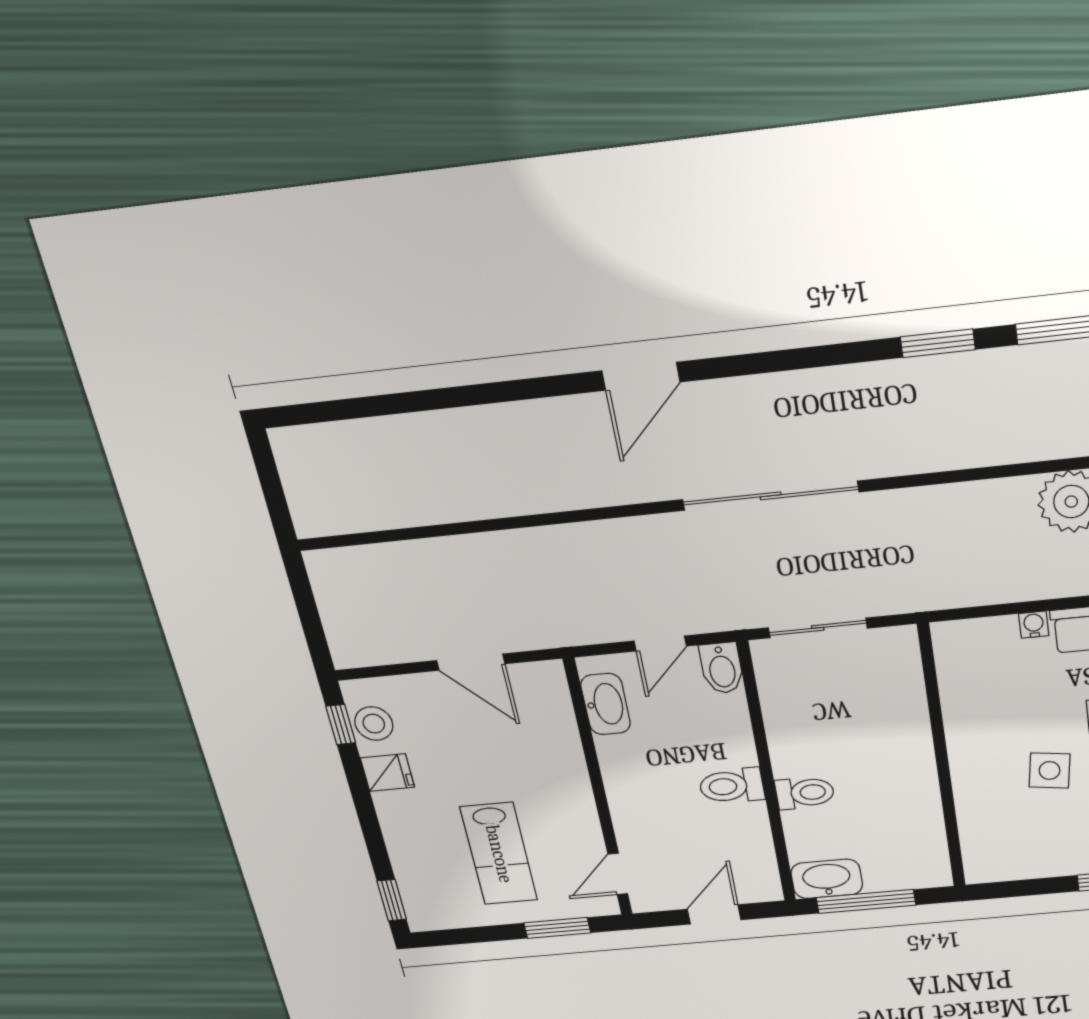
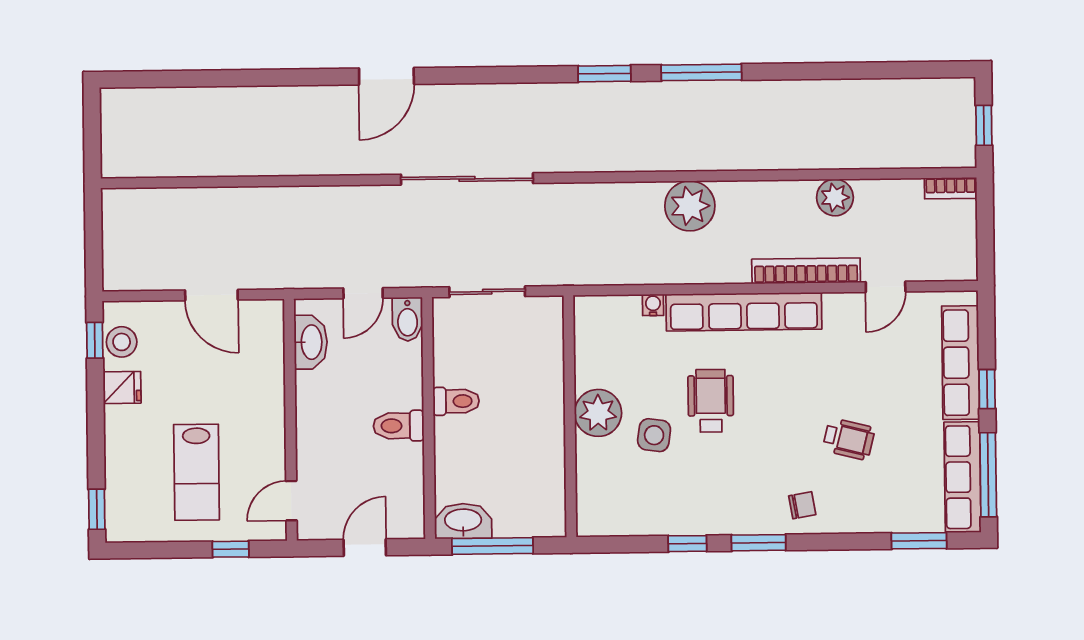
plant: (977, 752) -> (598, 413), added
toilet: (805, 793) -> (456, 401), moved
window: (557, 928) -> (231, 549), width x0.67

